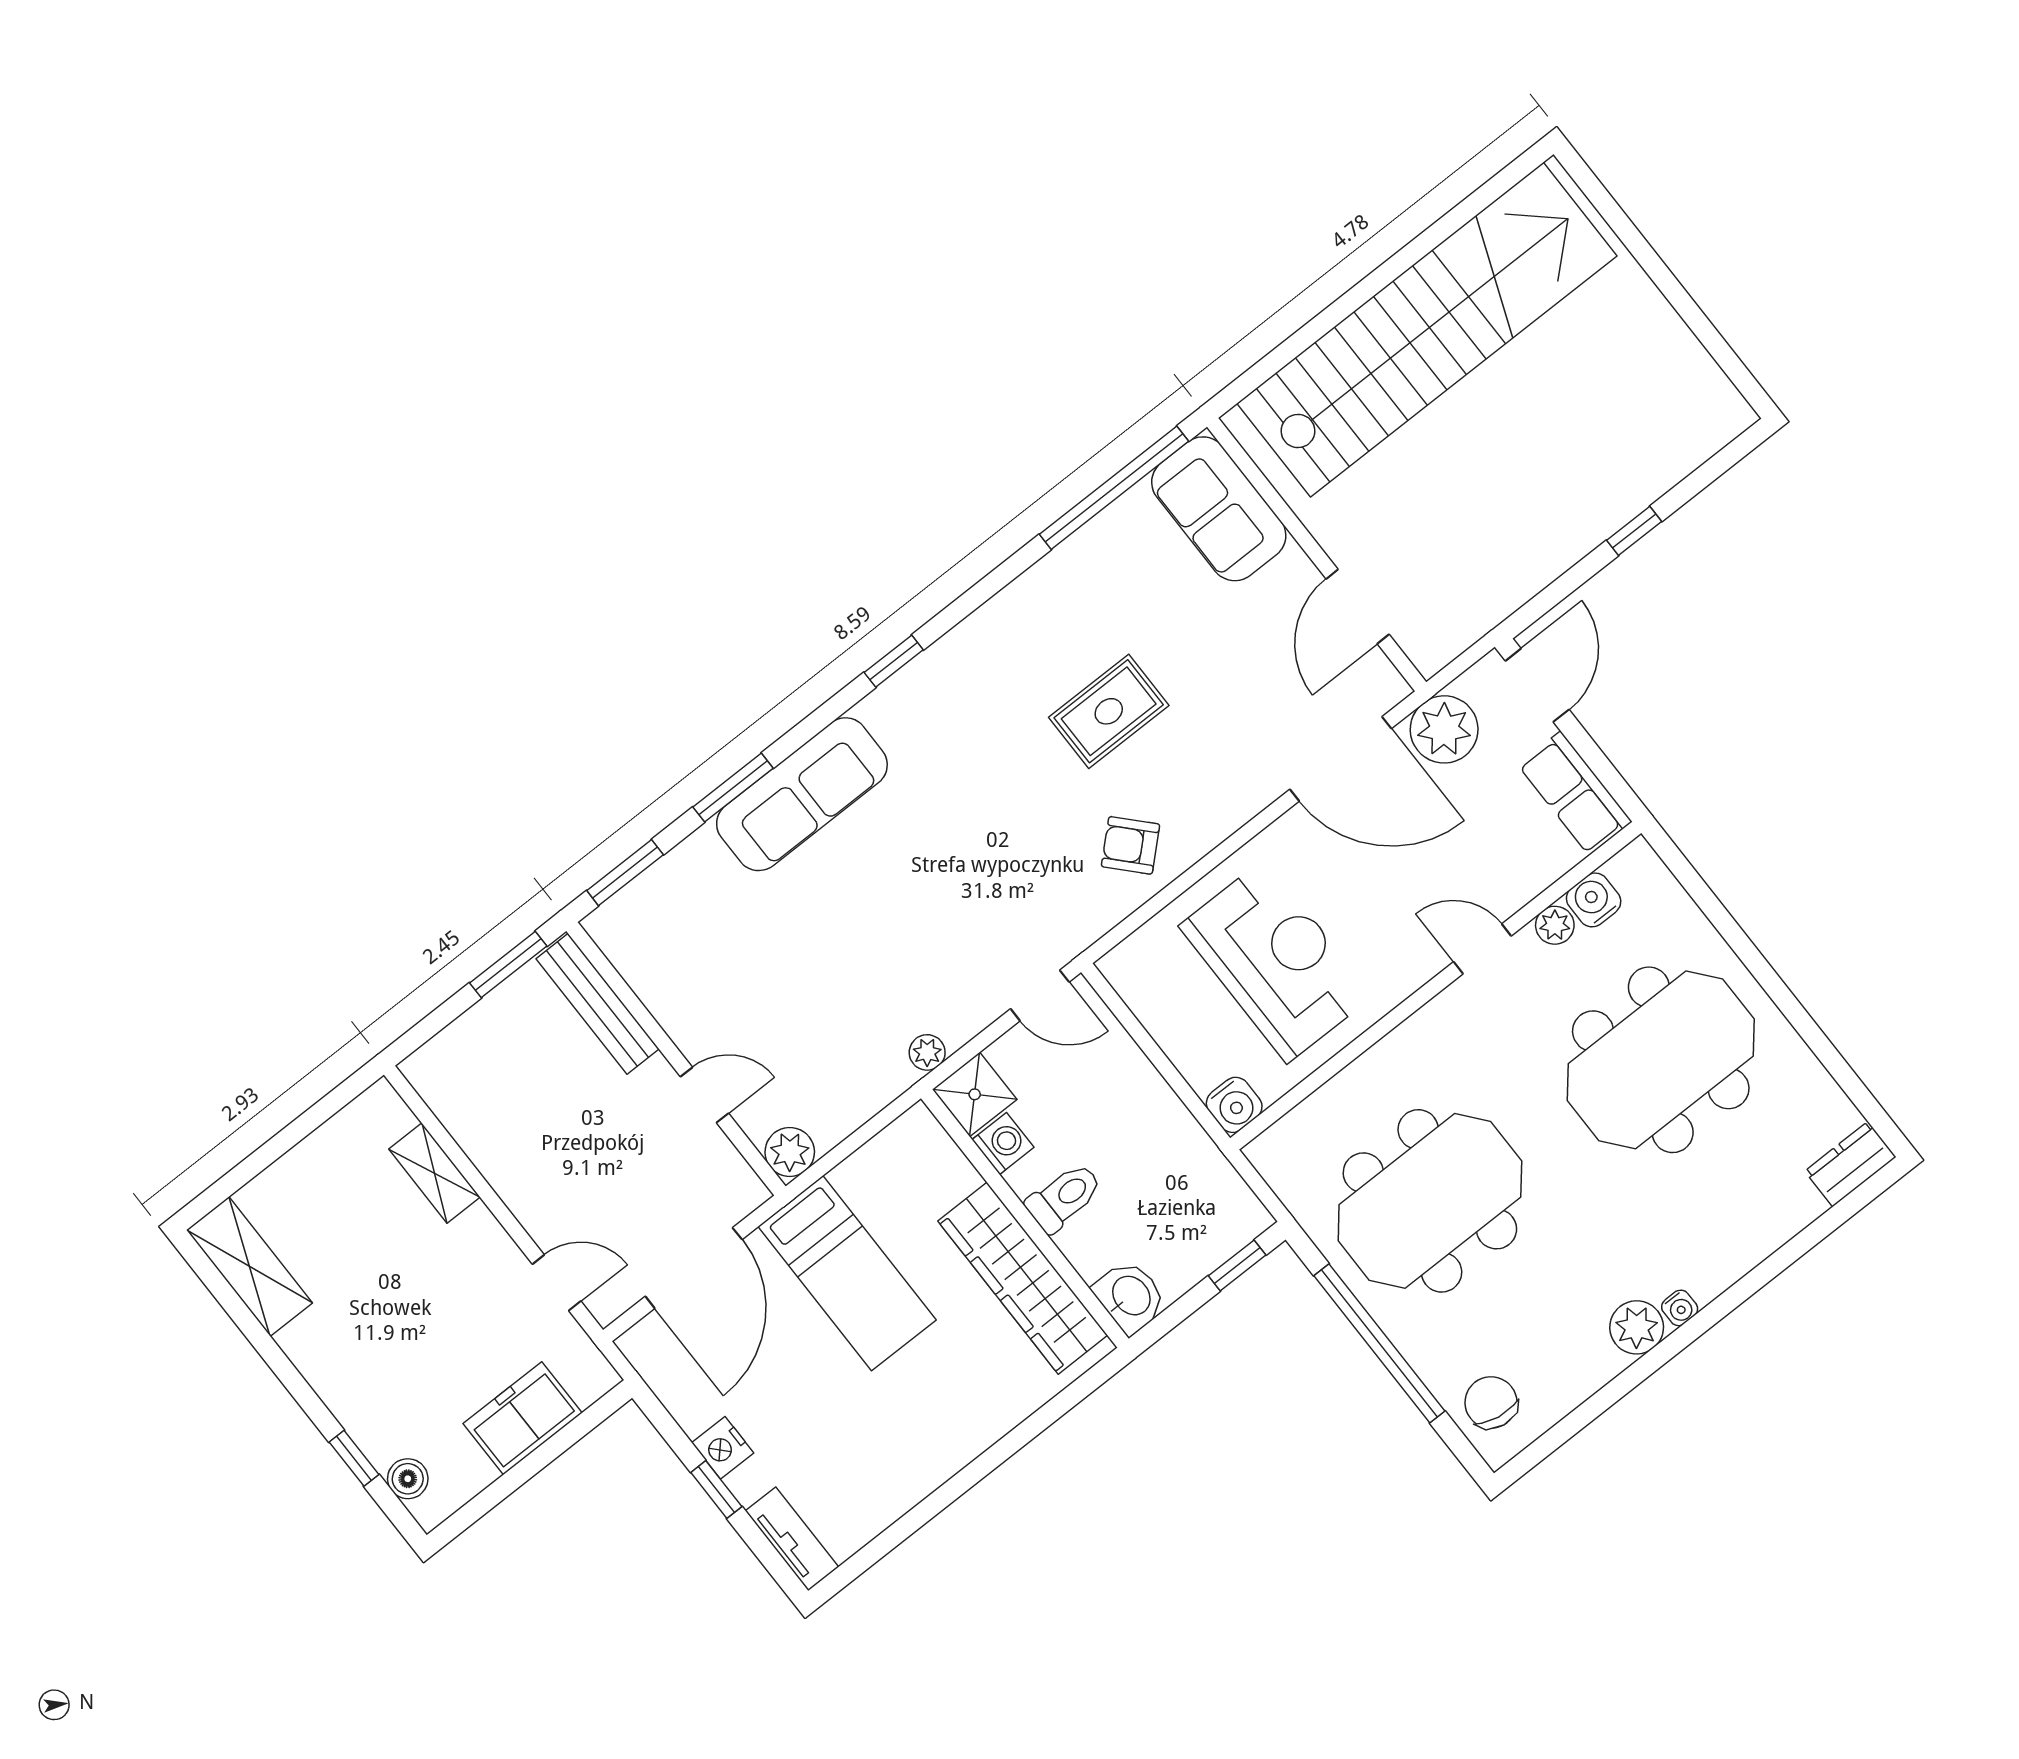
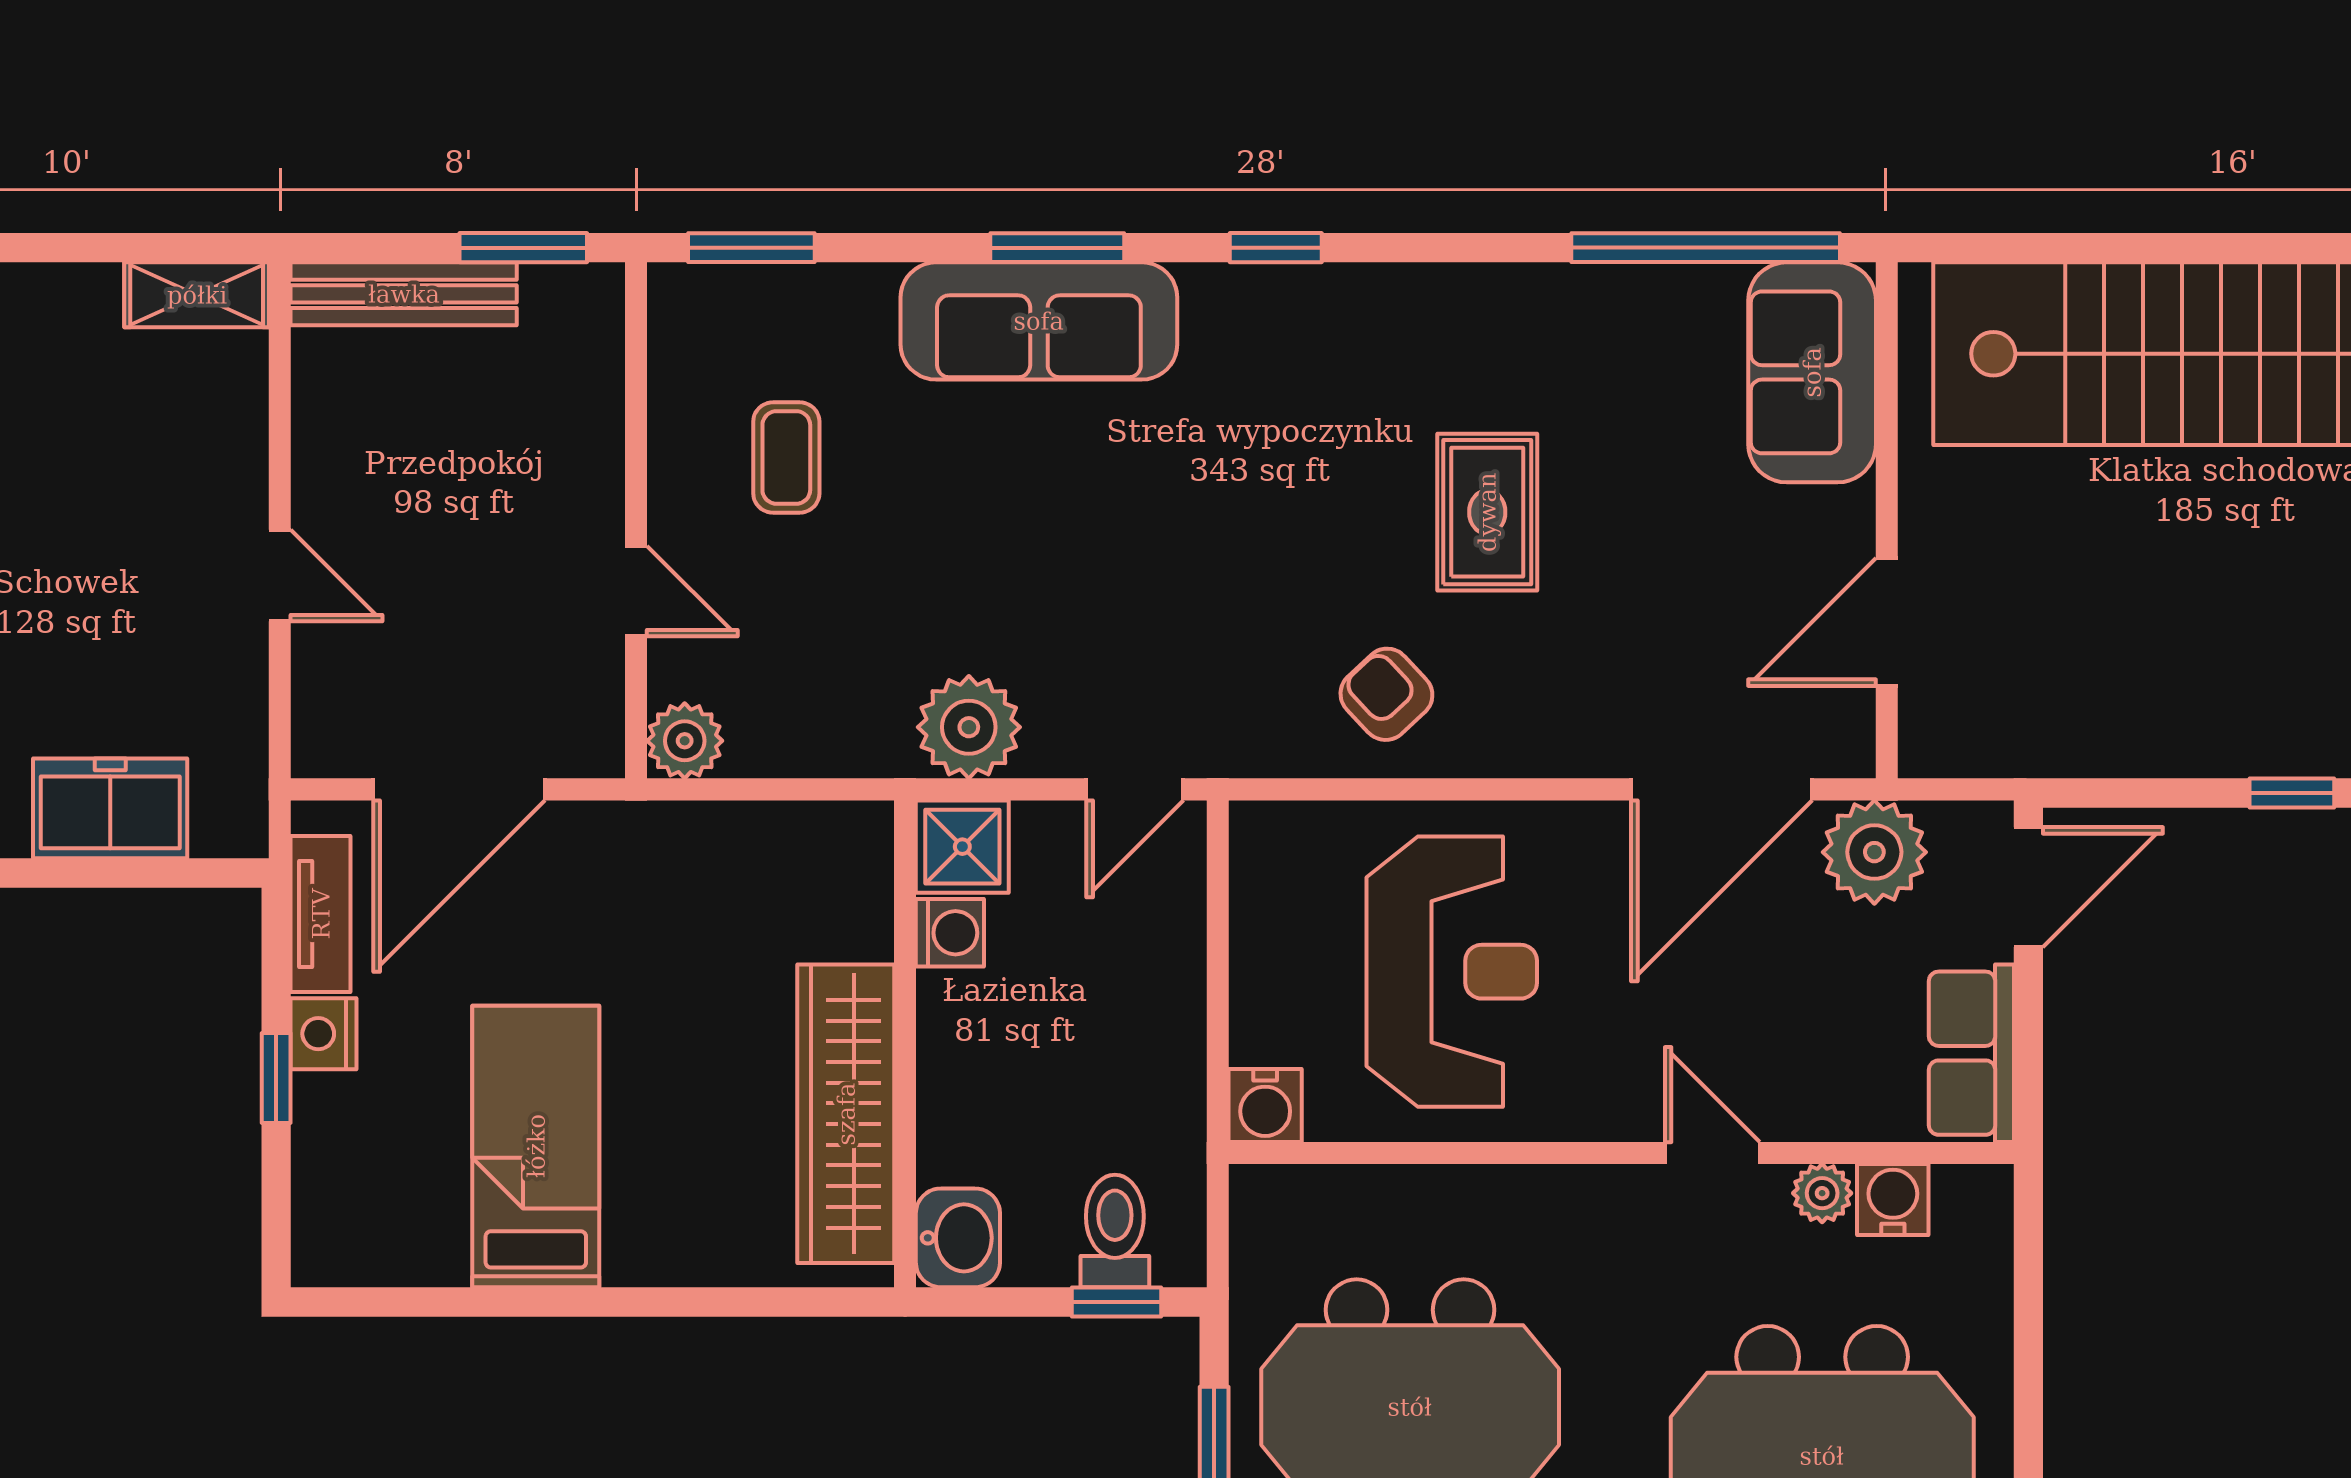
rug: (1109, 711) -> (1487, 512), turned 90
door: (1341, 759) -> (1722, 789), hinge flipped
window: (733, 788) -> (1057, 248), moved
coffee table: (728, 966) -> (786, 457), added
door: (1040, 995) -> (1135, 789), hinge flipped
bench: (597, 1004) -> (404, 294), moved, turned 90
plant: (927, 1052) -> (969, 727), width x1.87, depth x1.87
shelving: (434, 1173) -> (197, 295), moved, turned 90
toilet: (1064, 1197) -> (1115, 1231), moved, turned -90
bed: (847, 1273) -> (536, 1146), moved, turned 180
door: (557, 1283) -> (280, 575), moved
tv unit: (792, 1539) -> (321, 914), moved

